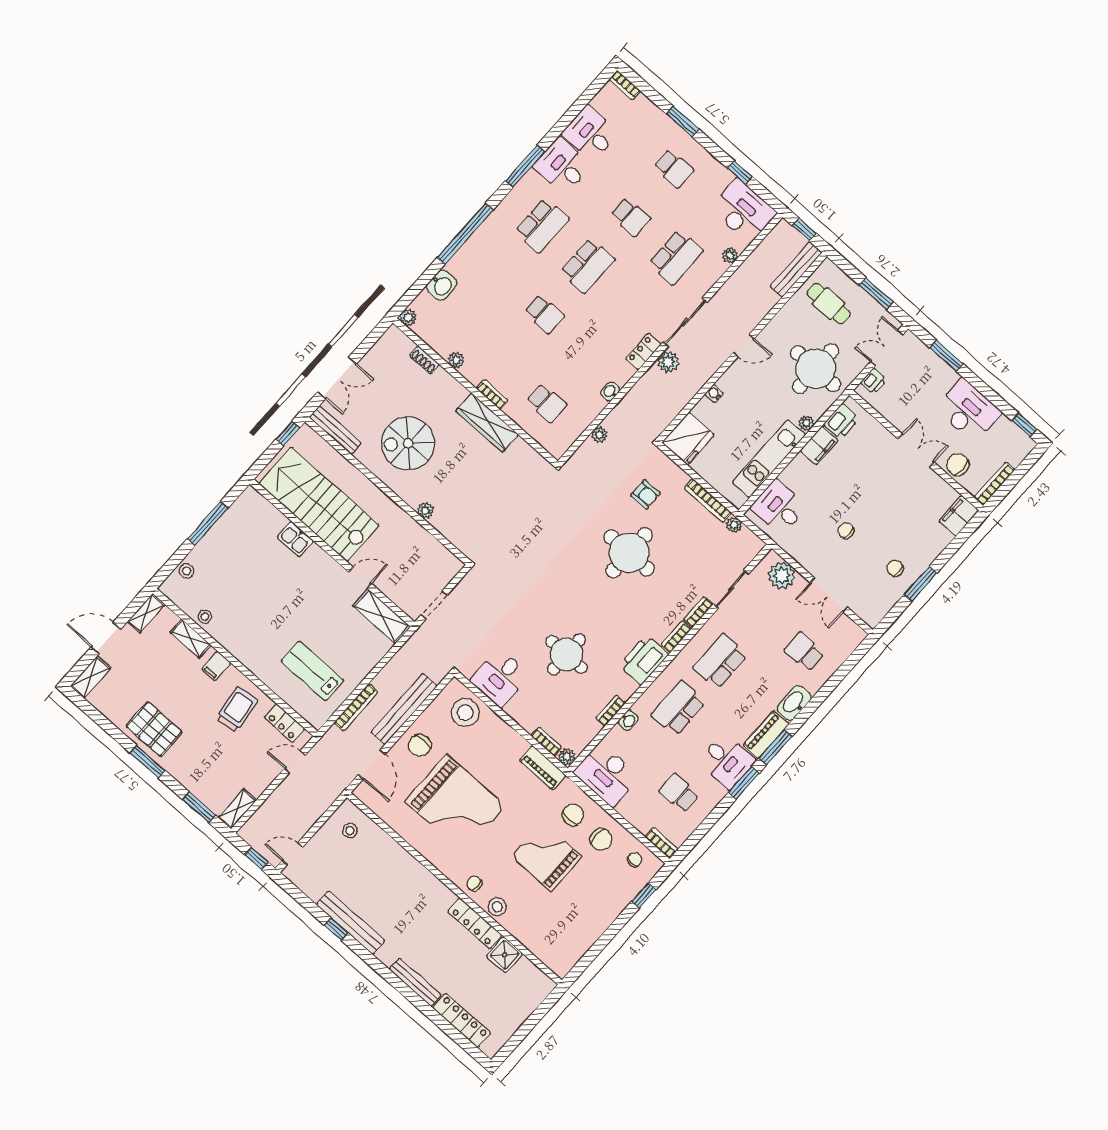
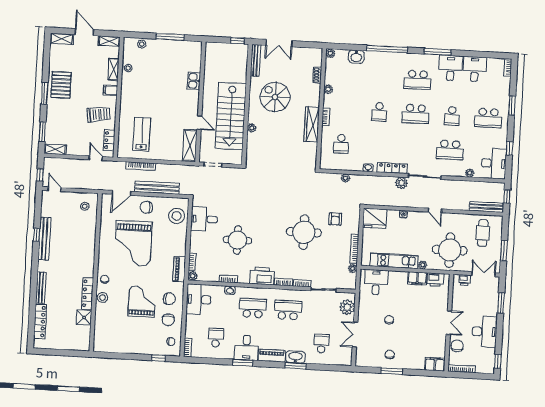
school desk: (674, 169) -> (488, 118), width x1.85
locker: (643, 352) -> (392, 168), width x1.53
stairs: (319, 504) -> (231, 116), moved, turned 180
window: (776, 747) -> (296, 366), moved

